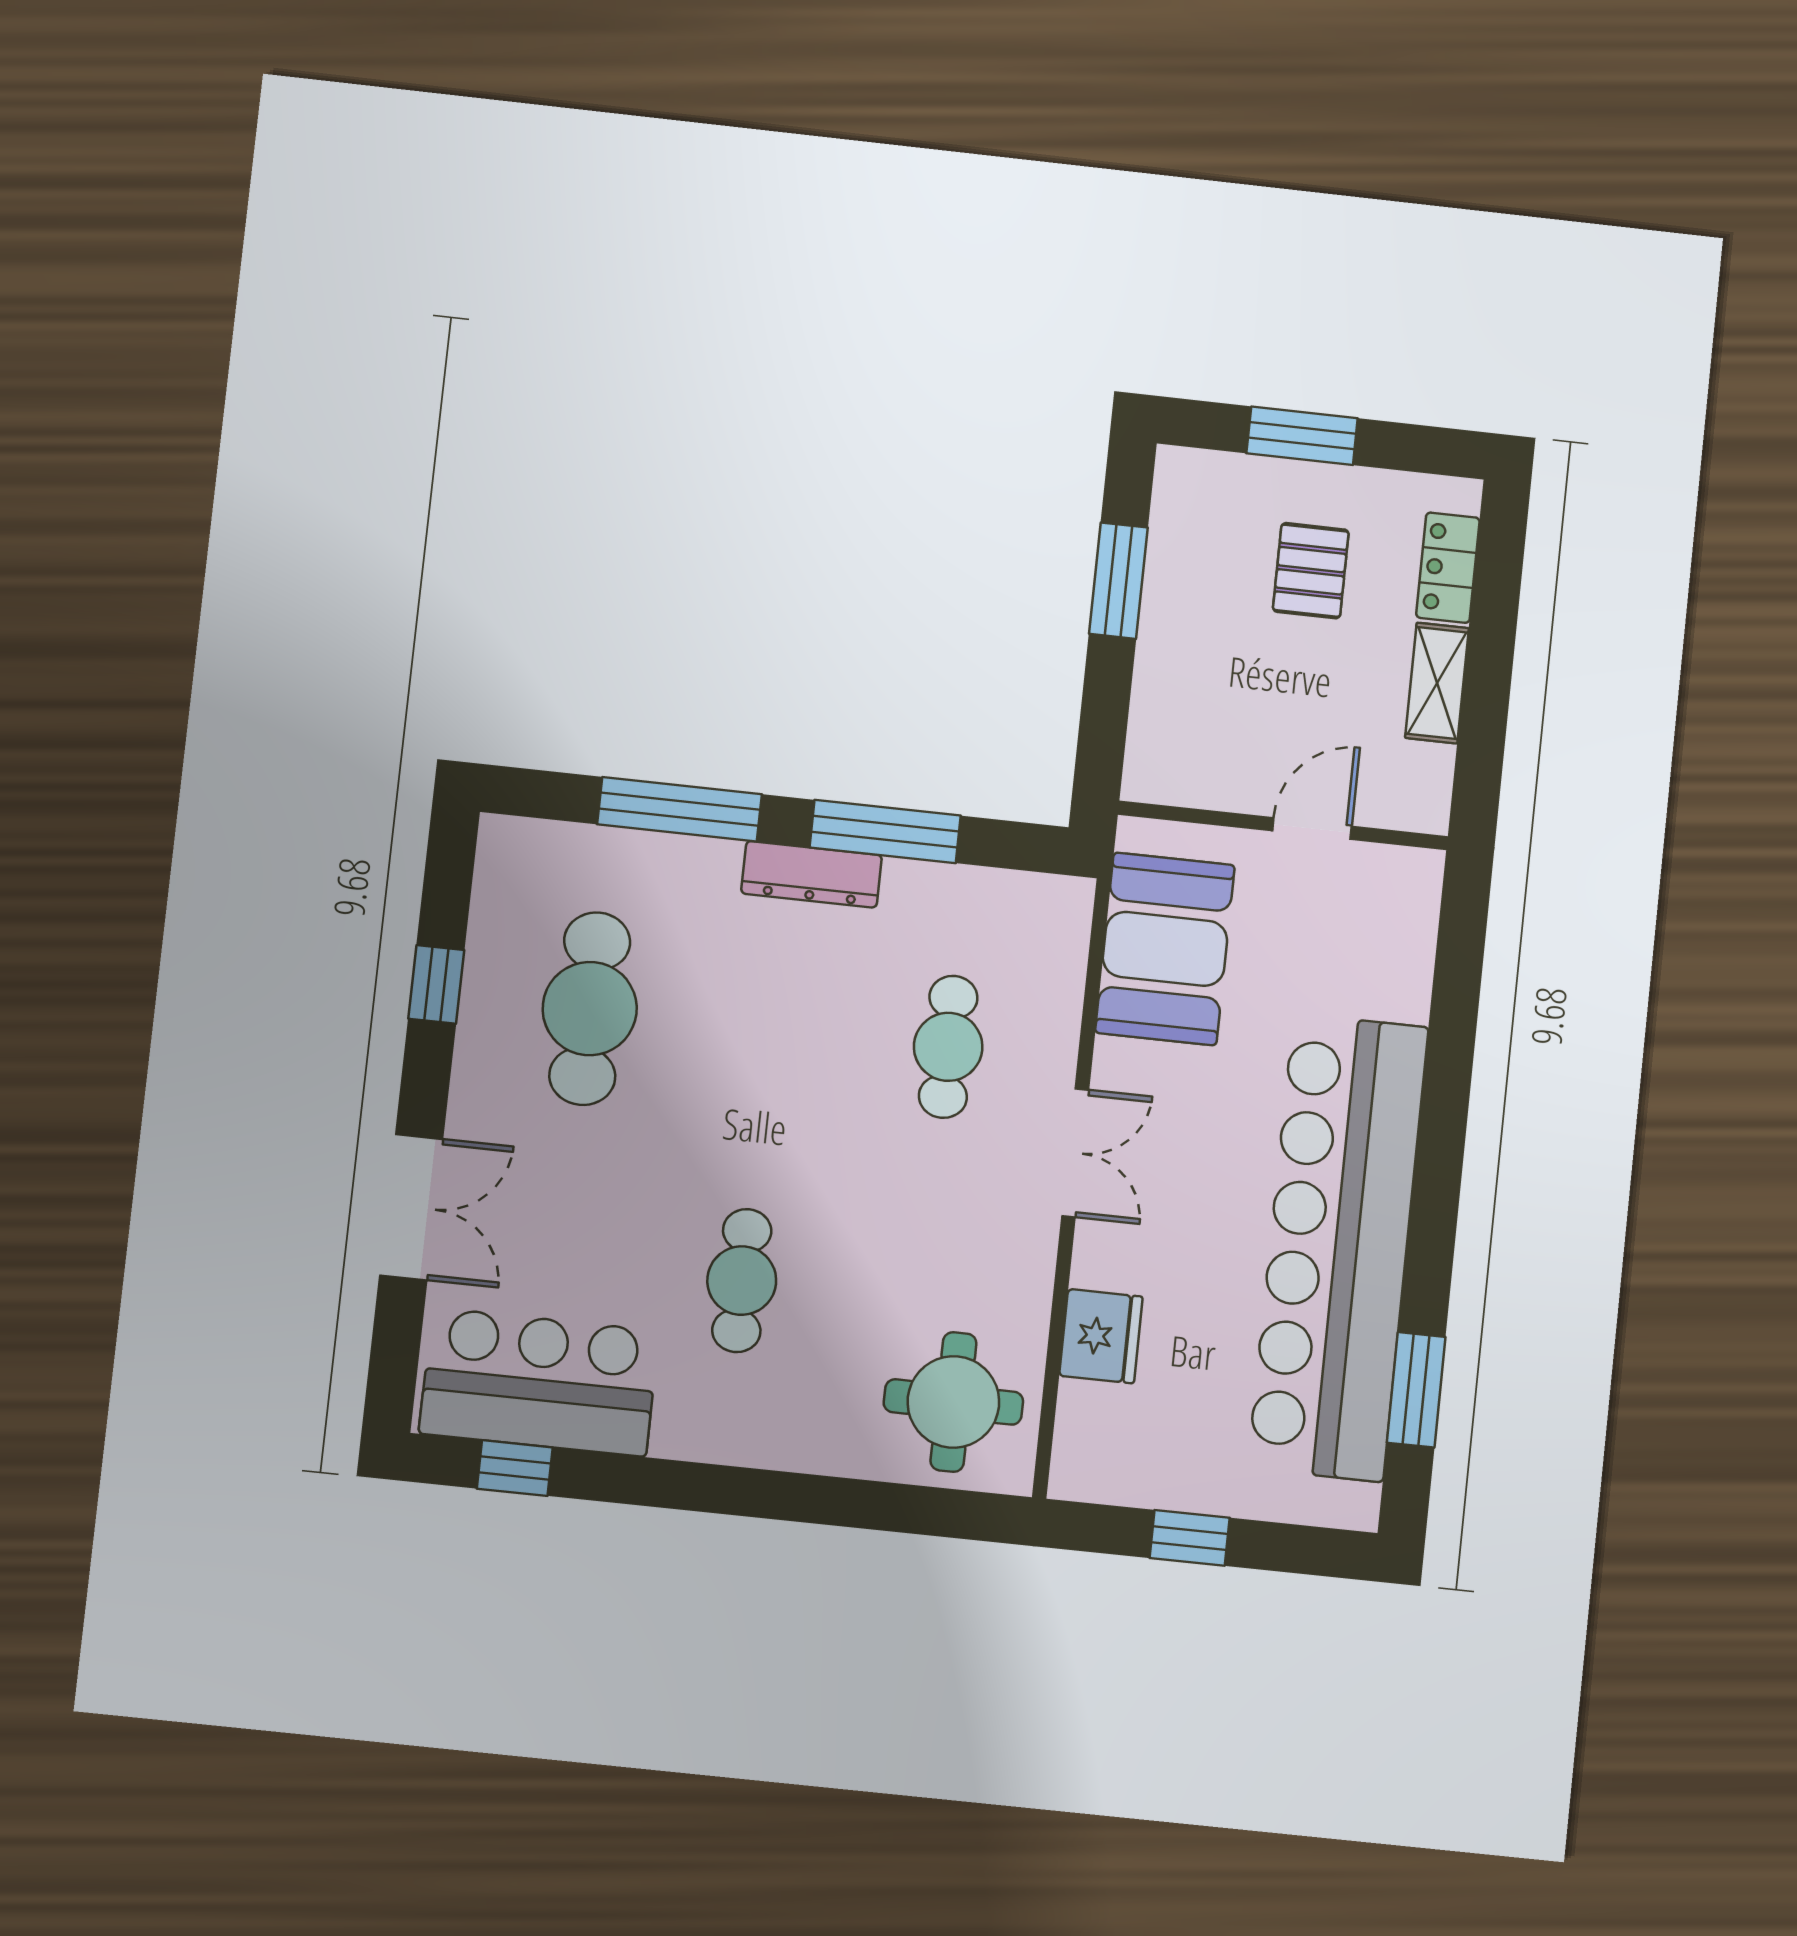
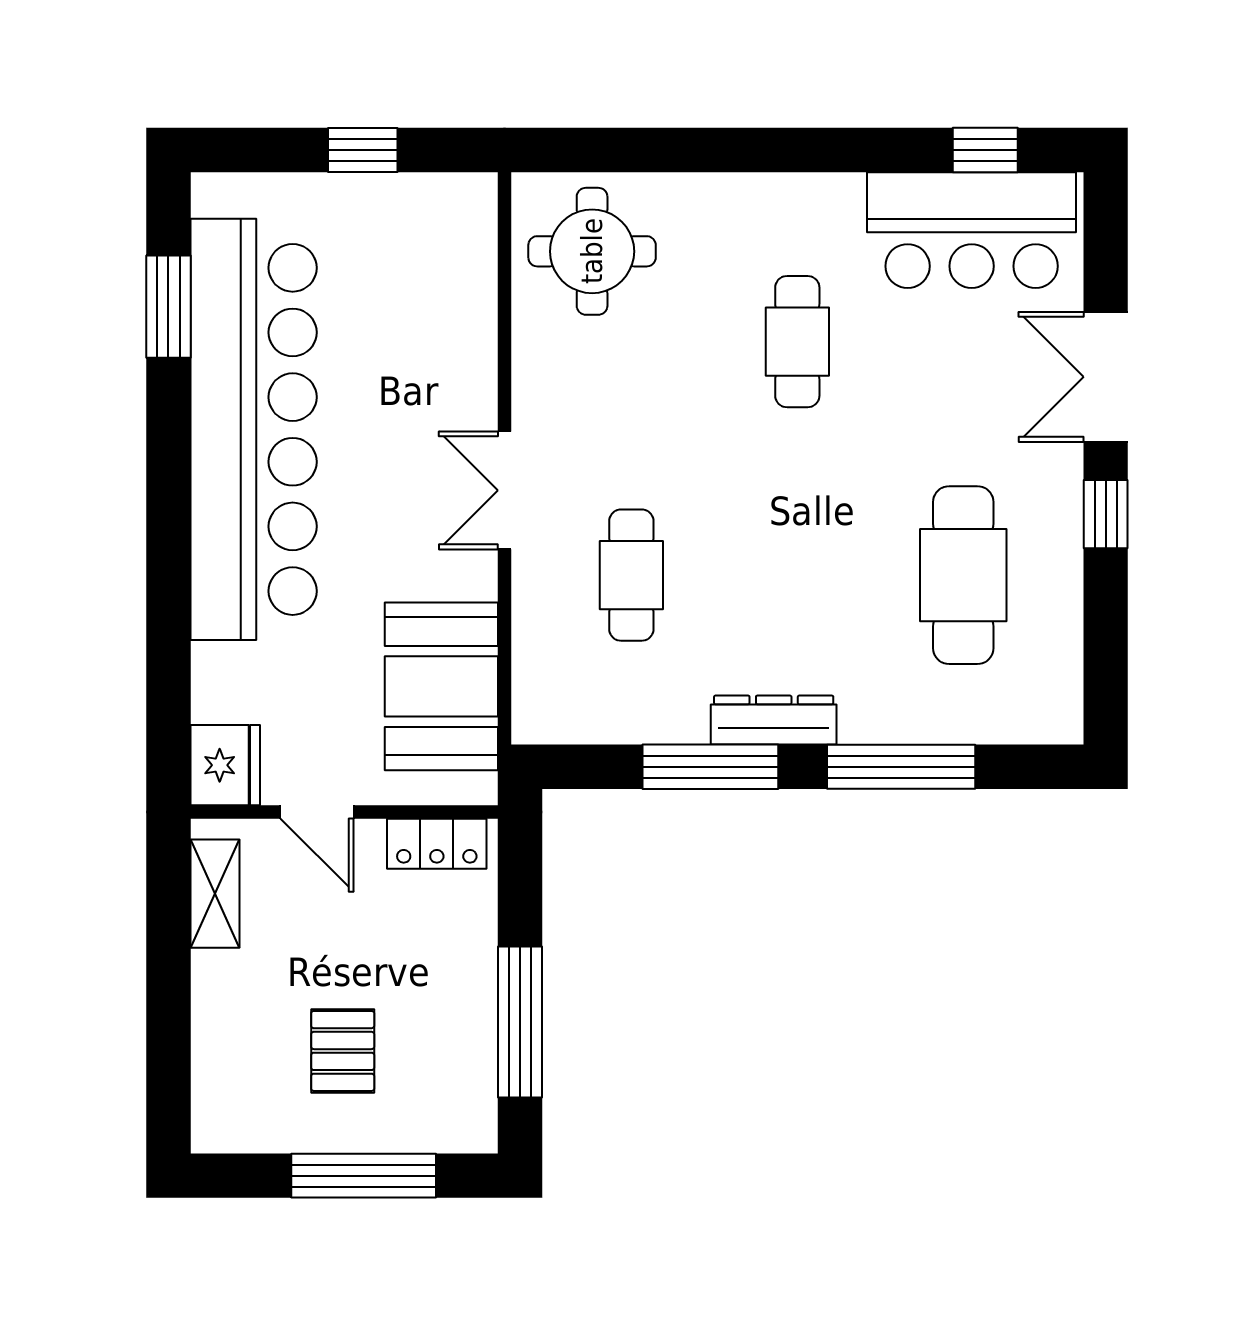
window: (1302, 436) -> (364, 1176), width x1.44
locker: (1448, 568) -> (437, 844), moved, turned 90
window: (1118, 581) -> (520, 1022), width x1.44
shelving: (1437, 683) -> (215, 894), moved
door: (1312, 829) -> (317, 812), hinge flipped
window: (436, 984) -> (1106, 514), moved
fridge: (1101, 1336) -> (225, 765), moved, turned 180

